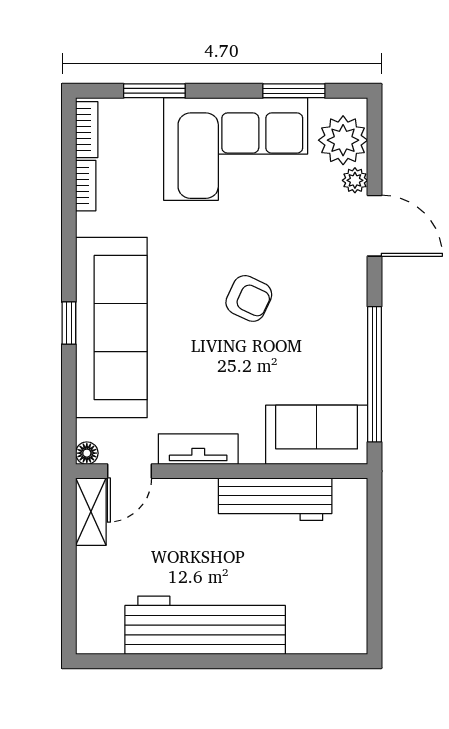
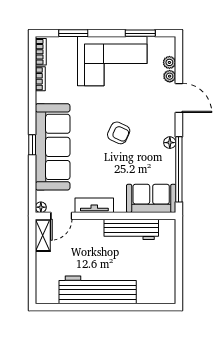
plant: (343, 140) -> (169, 62), width x0.53, depth x0.53
floor lamp: (355, 319) -> (170, 143), added

